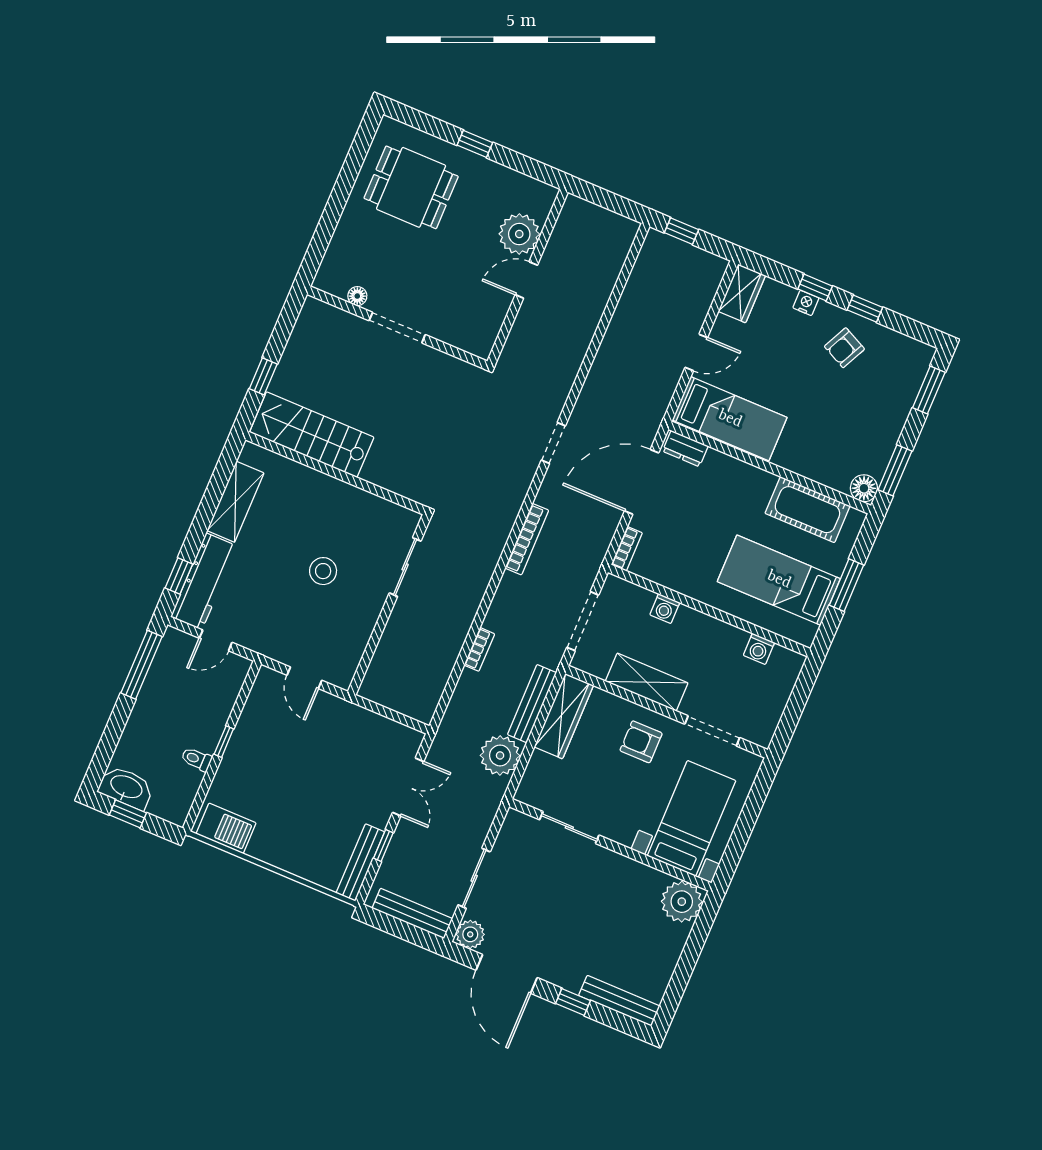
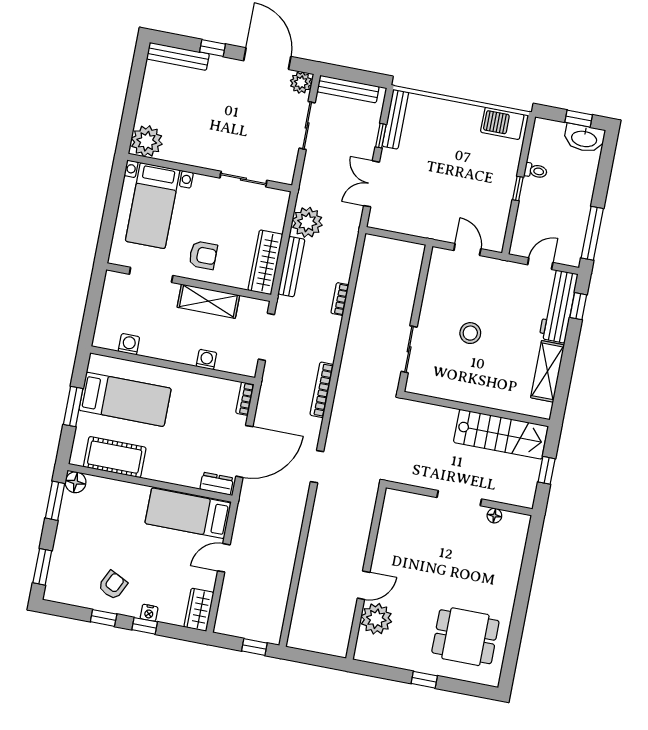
floor lamp: (357, 296) -> (494, 516), moved
doorway: (397, 328) -> (459, 498), moved
wall: (397, 328) -> (459, 498), moved

